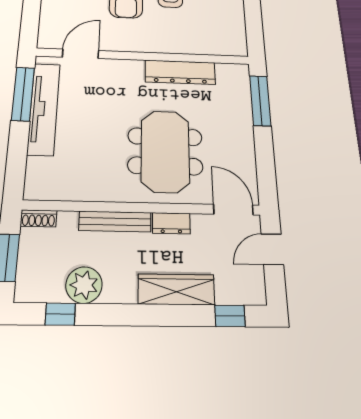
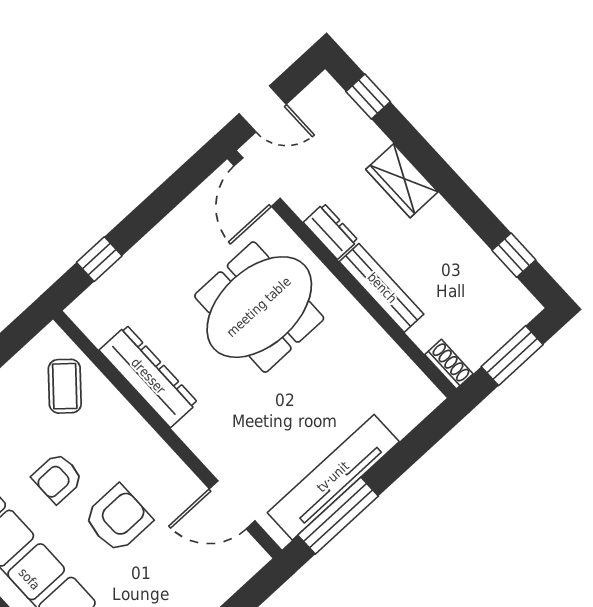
coffee table: (211, 35) -> (65, 386), added
window: (260, 101) -> (99, 259), width x0.46
plant: (84, 285) -> (469, 259), removed
wardrobe: (176, 289) -> (402, 181), width x0.67

